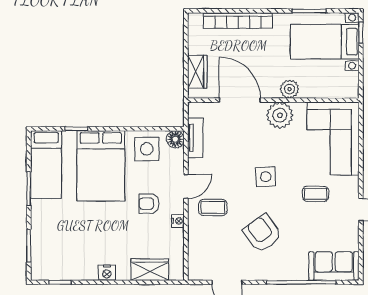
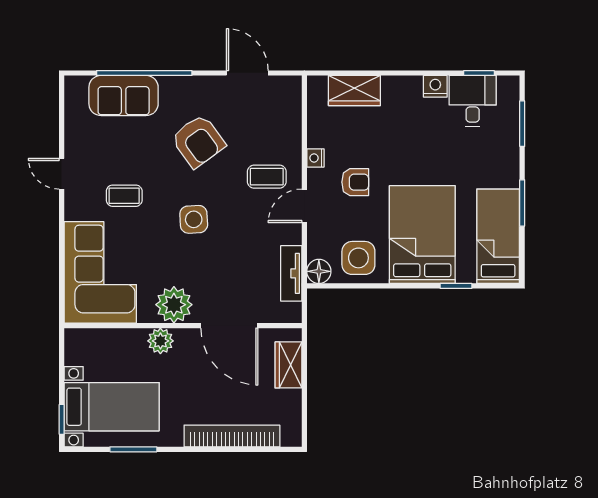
desk: (64, 262) -> (473, 101), added
sofa: (334, 266) -> (124, 96), moved
nightstand: (107, 273) -> (435, 86), moved

